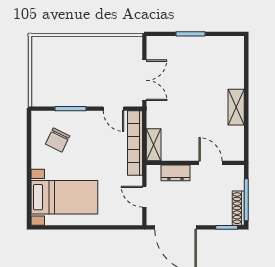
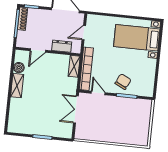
boiler: (236, 134) -> (19, 68), added
chair: (58, 140) -> (123, 82), moved
door: (211, 163) -> (38, 50), hinge flipped
door: (144, 197) -> (84, 33), swing flipped

